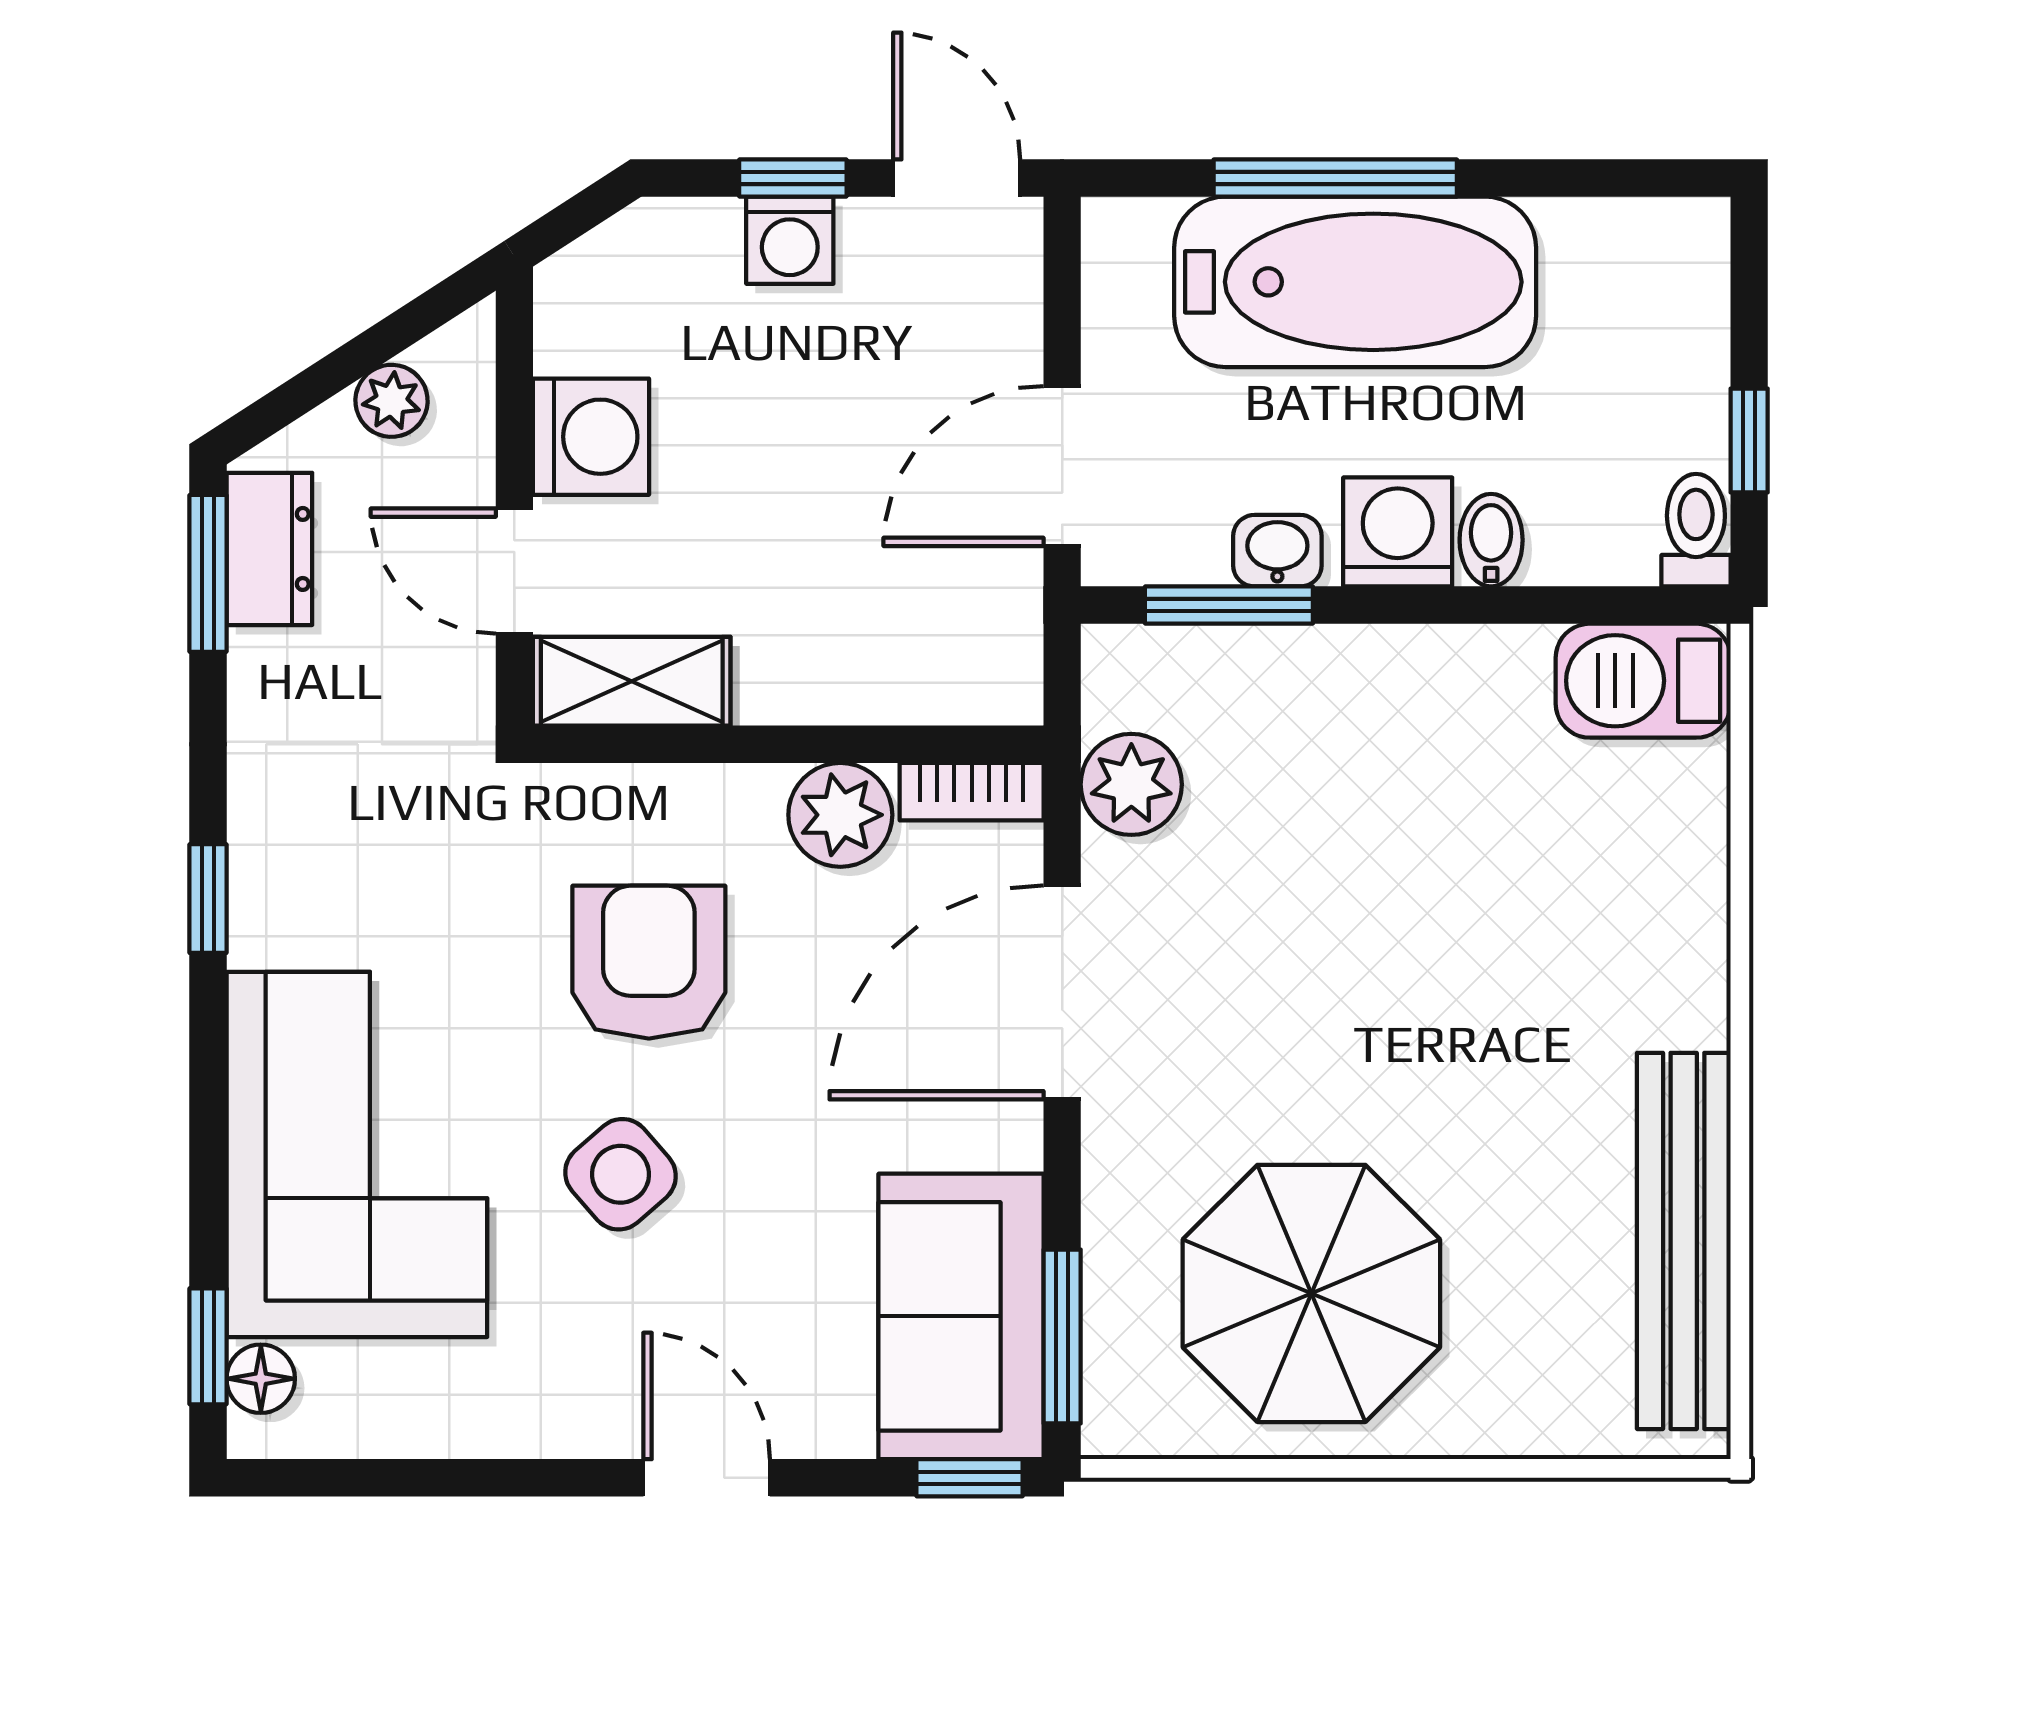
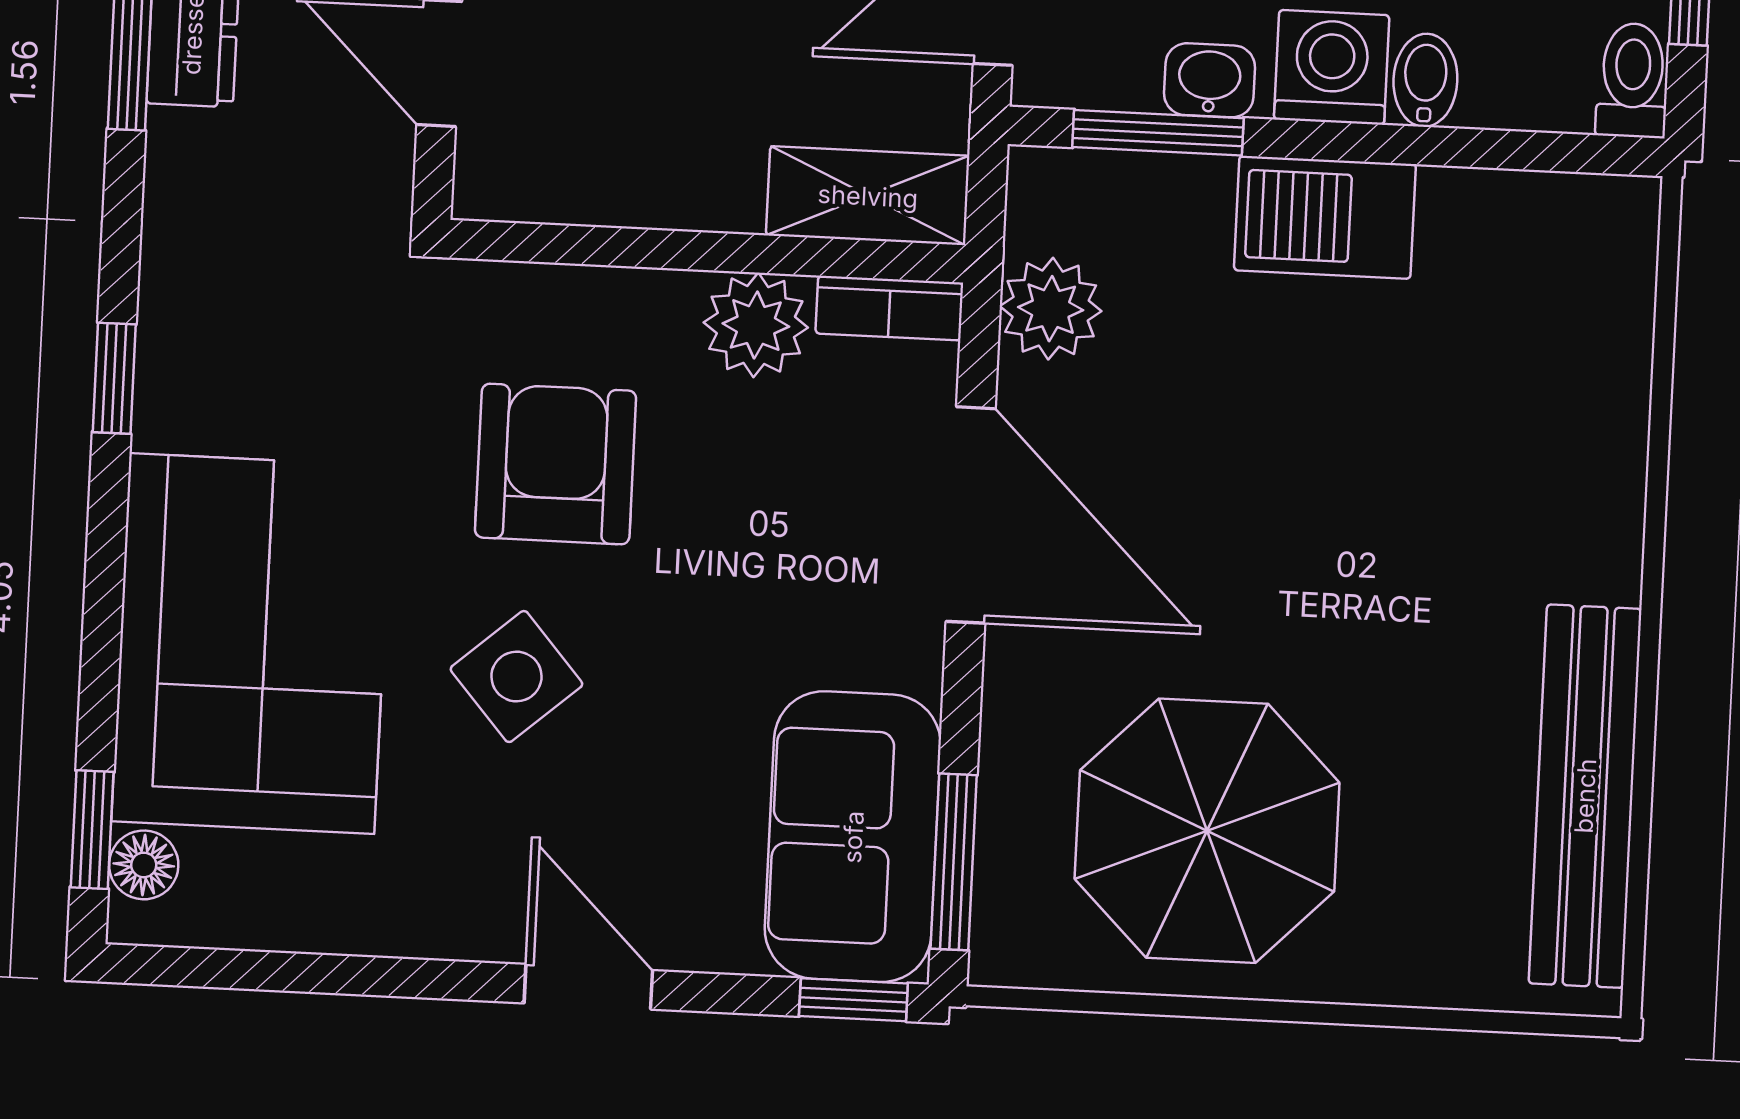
shelving: (632, 681) -> (868, 196), moved
barbecue: (1643, 681) -> (1325, 217), moved
door: (1062, 992) -> (971, 515), swing flipped

